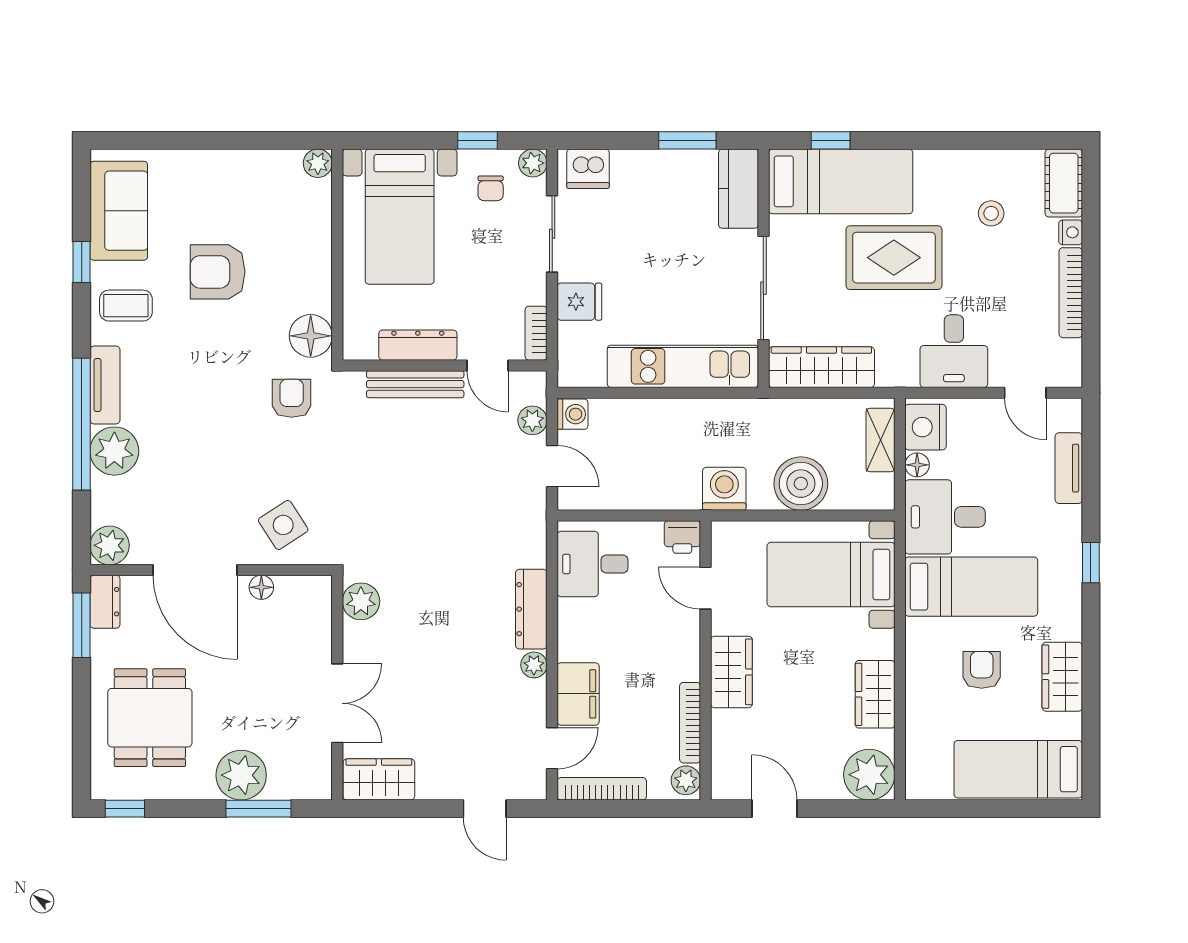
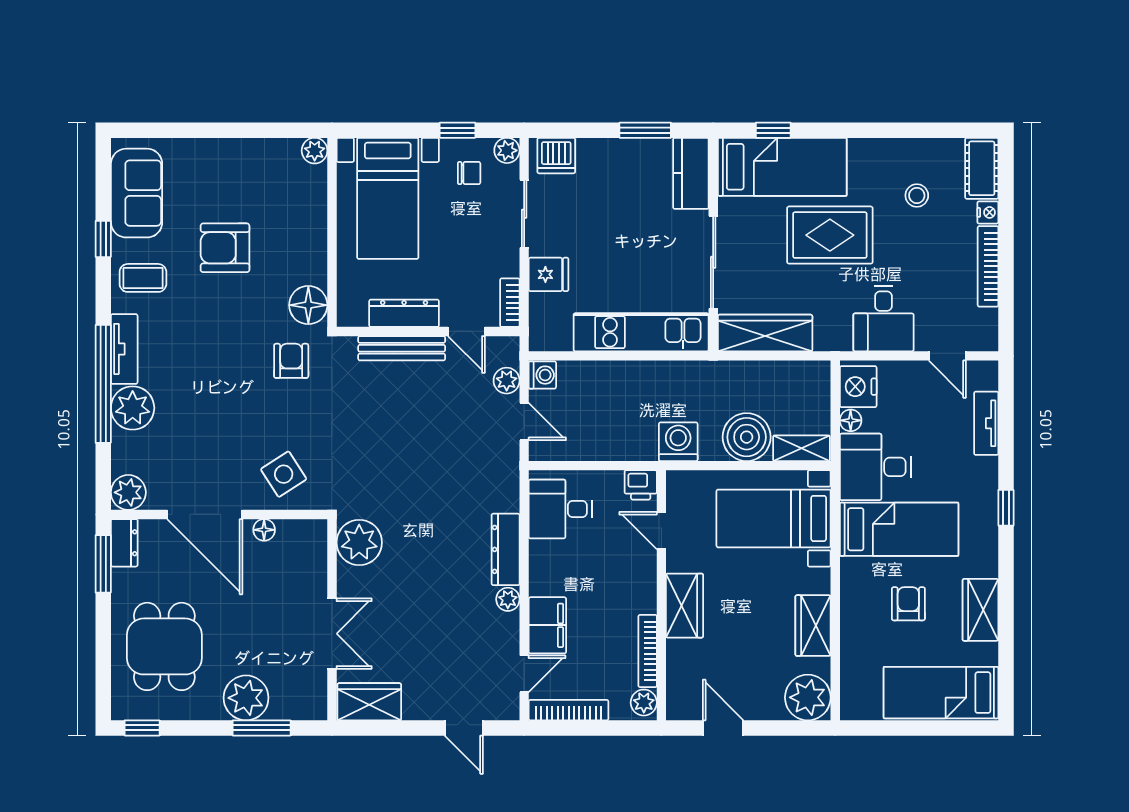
chair: (491, 188) -> (469, 173), turned -90
shelving: (880, 440) -> (801, 448), moved, turned 90
plant: (361, 601) -> (359, 542), width x1.36, depth x1.36

